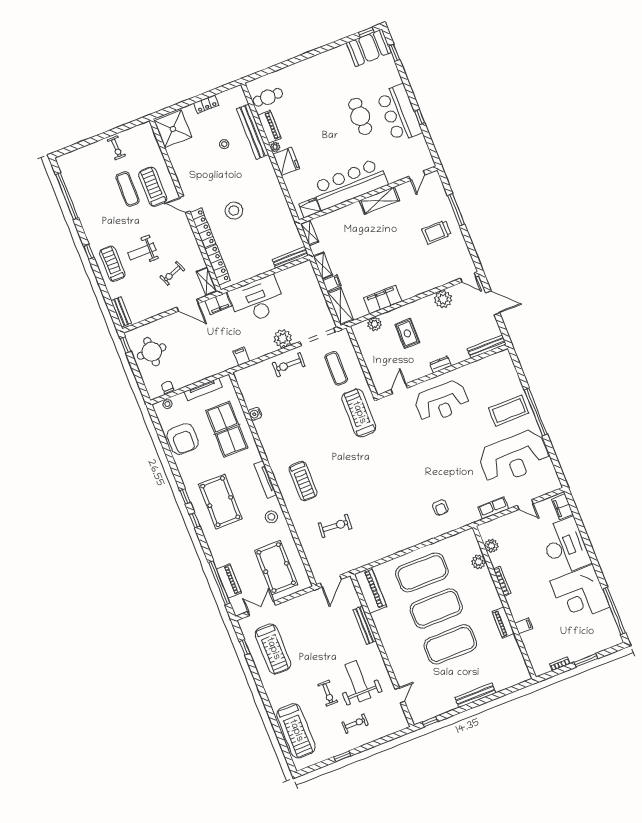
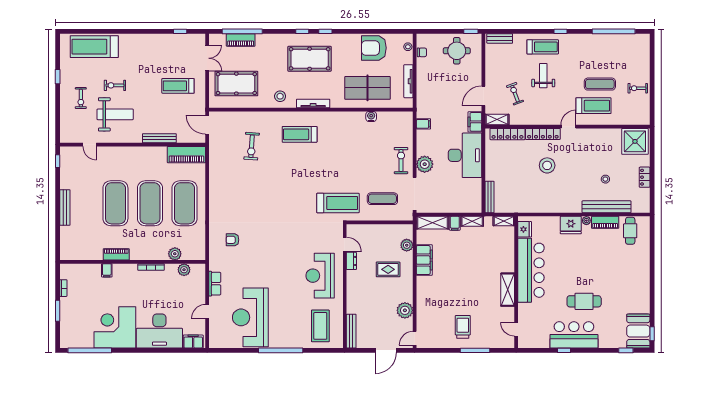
dresser: (441, 365) -> (351, 261), moved
coffee table: (509, 411) -> (320, 326), moved
treadmill: (273, 649) -> (178, 86), moved, width x0.73, depth x0.73

